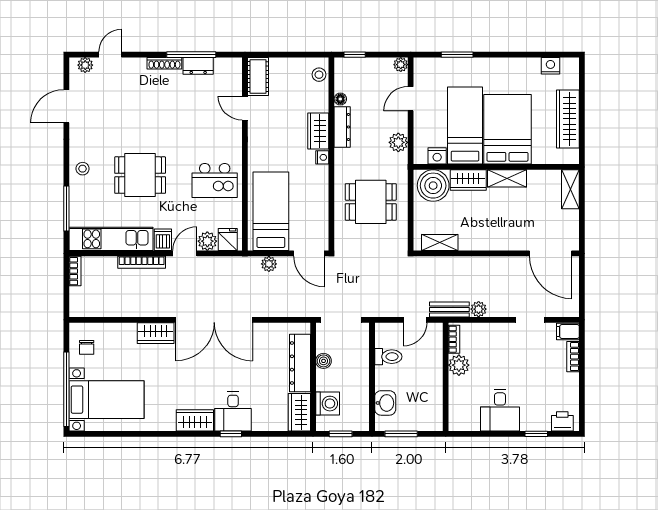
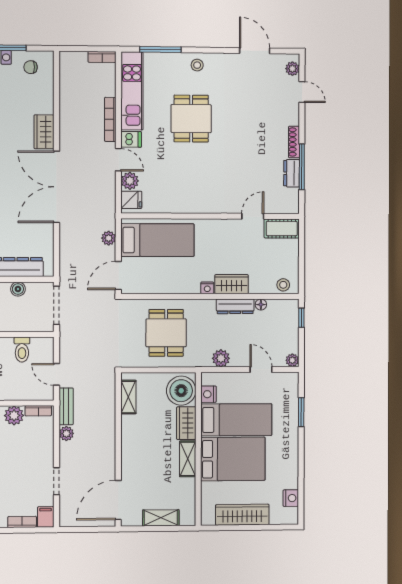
kitchen island: (215, 180) -> (186, 188), removed
shelving: (570, 189) -> (161, 518), moved

